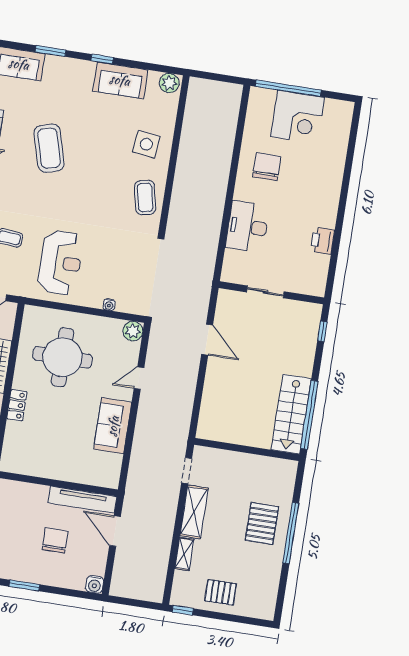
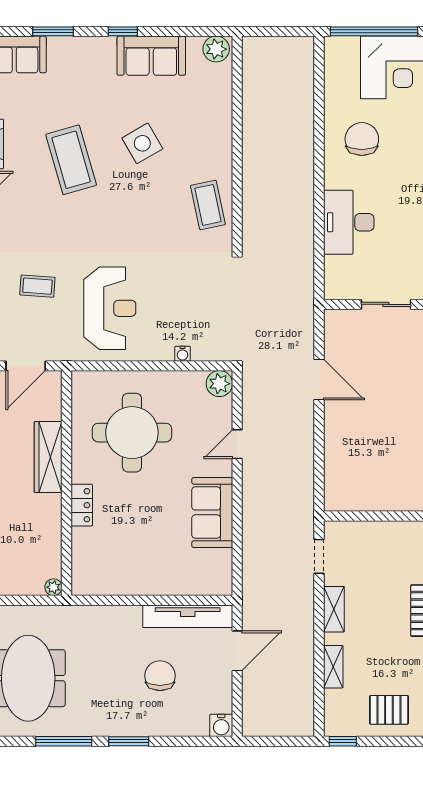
side table: (146, 144) -> (142, 143), moved, turned -37
shelving: (194, 512) -> (334, 609), width x0.67, depth x0.75
door: (115, 531) -> (237, 651), swing flipped

